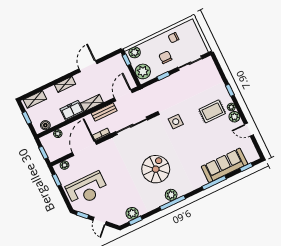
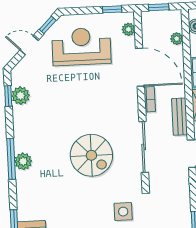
spiral stairs: (156, 169) -> (91, 155), moved
reception desk: (87, 189) -> (81, 46), turned 90

